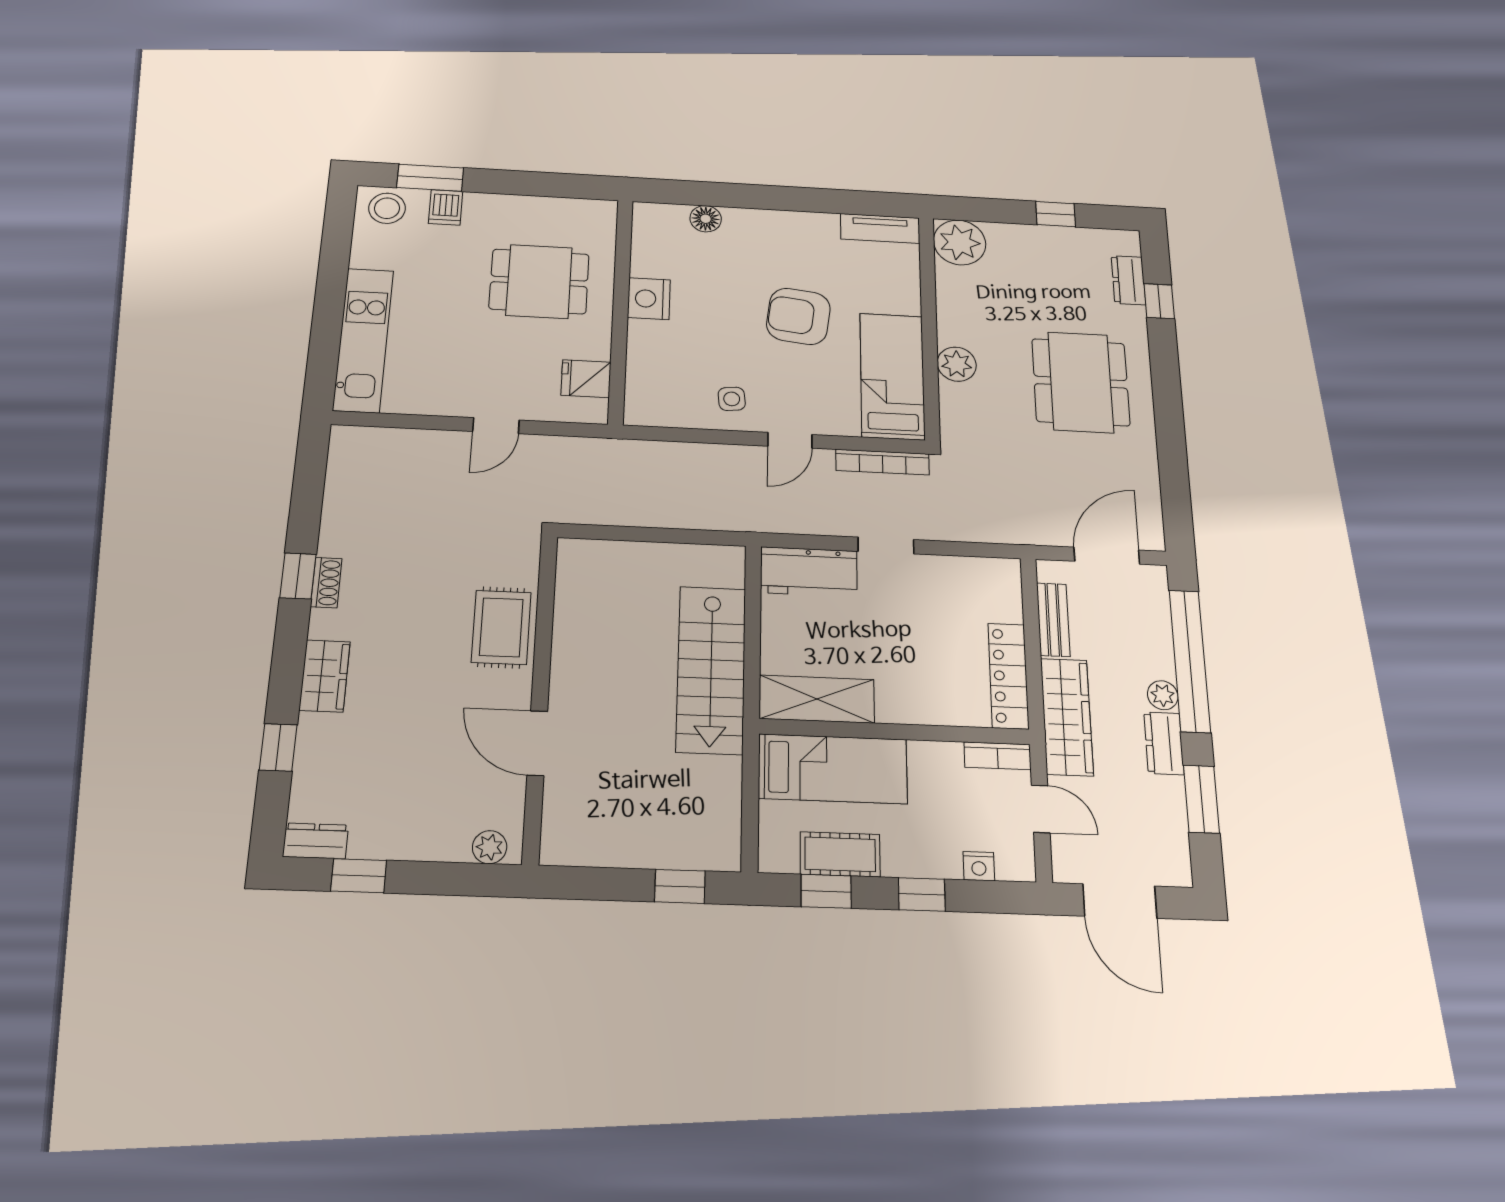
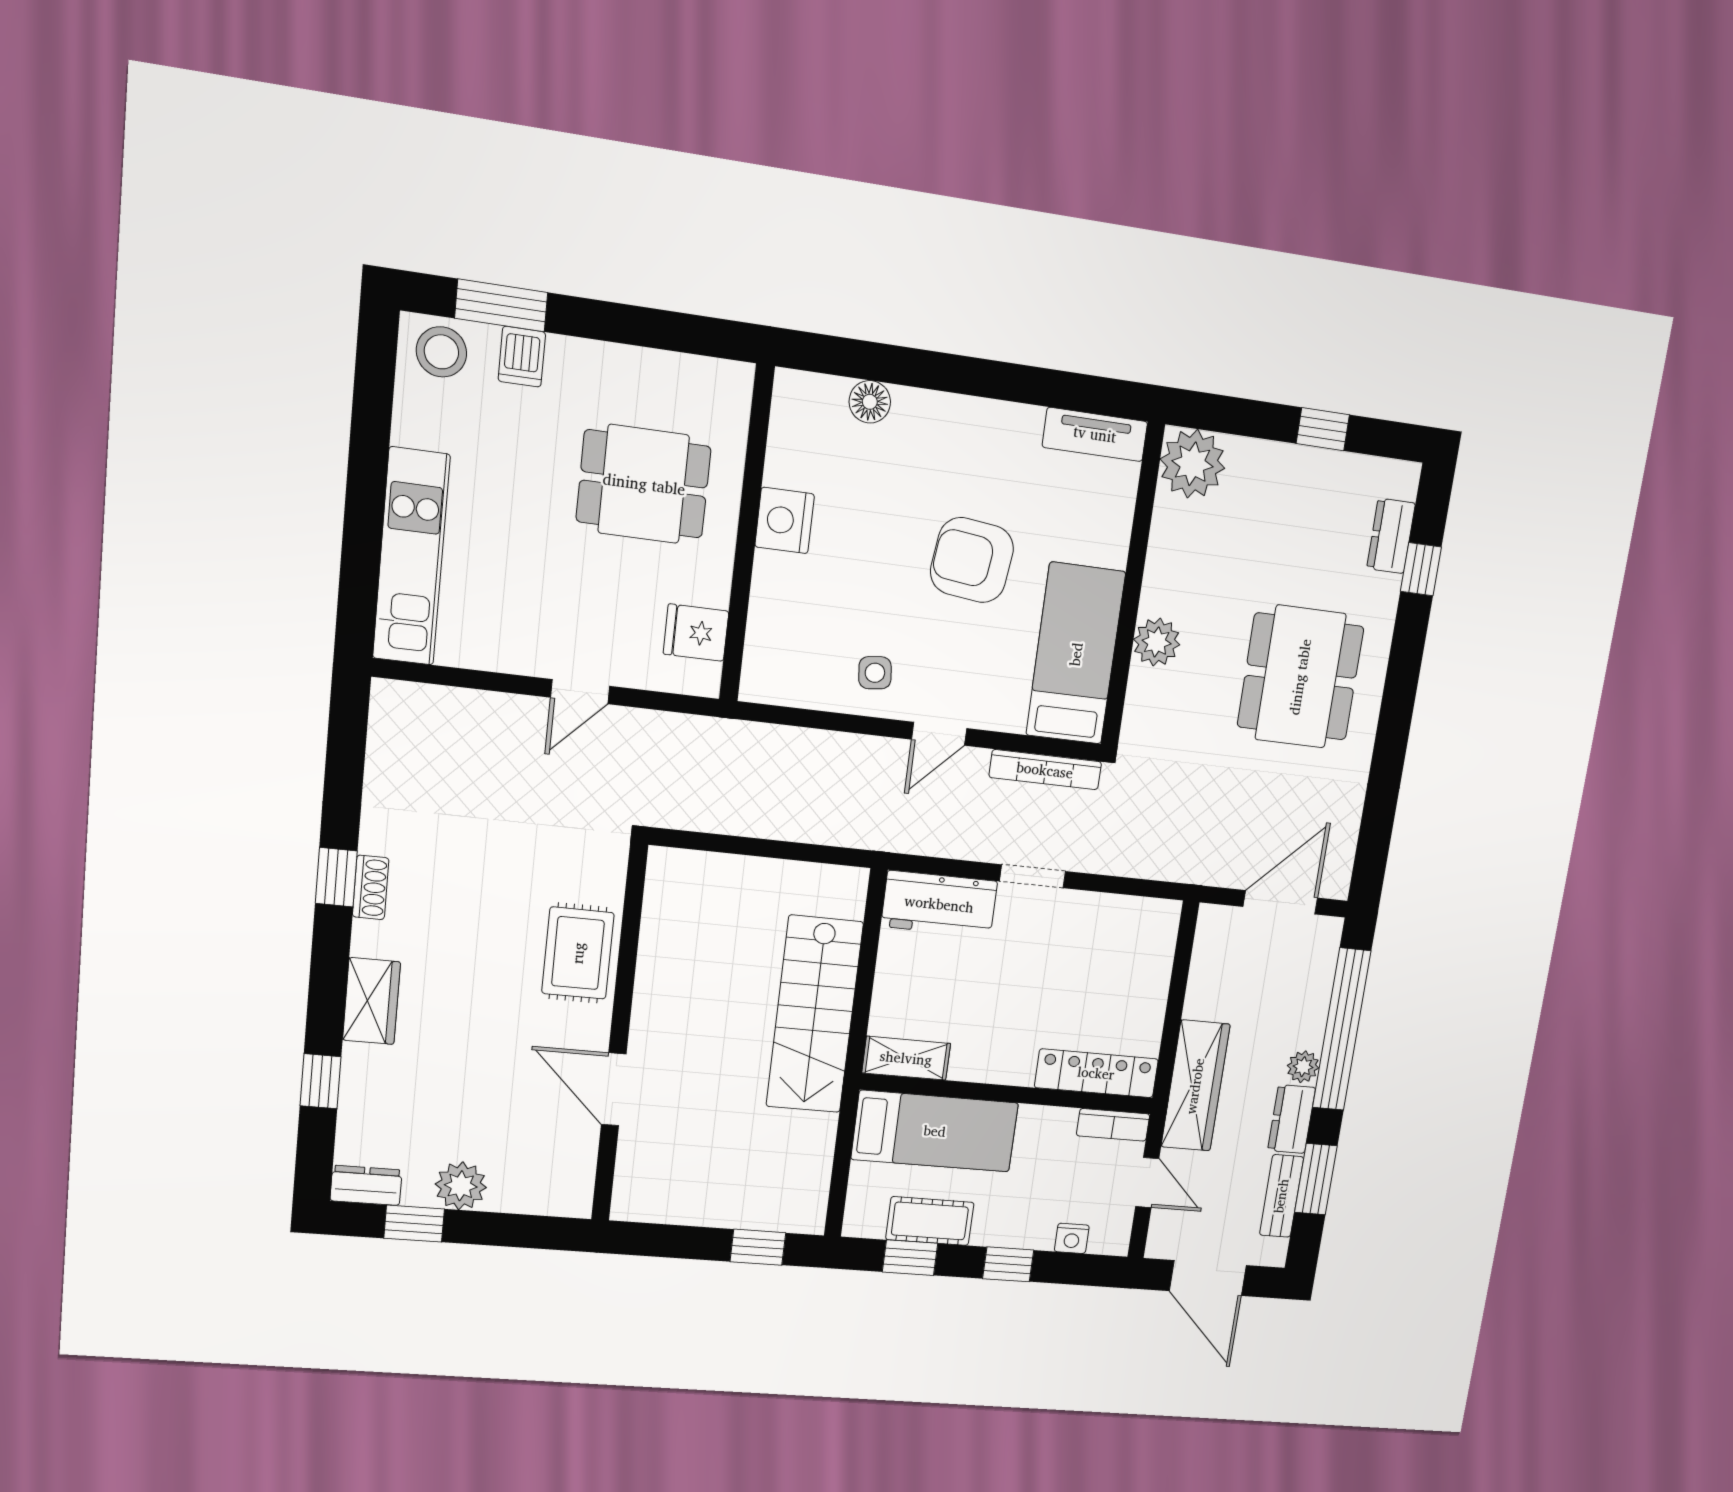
bench: (1053, 620) -> (1281, 1196), moved
locker: (1008, 676) -> (1096, 1073), moved, turned 90
shelving: (817, 699) -> (906, 1058), width x0.67, depth x0.75
plant: (490, 847) -> (461, 1186), moved, width x1.38, depth x1.38

